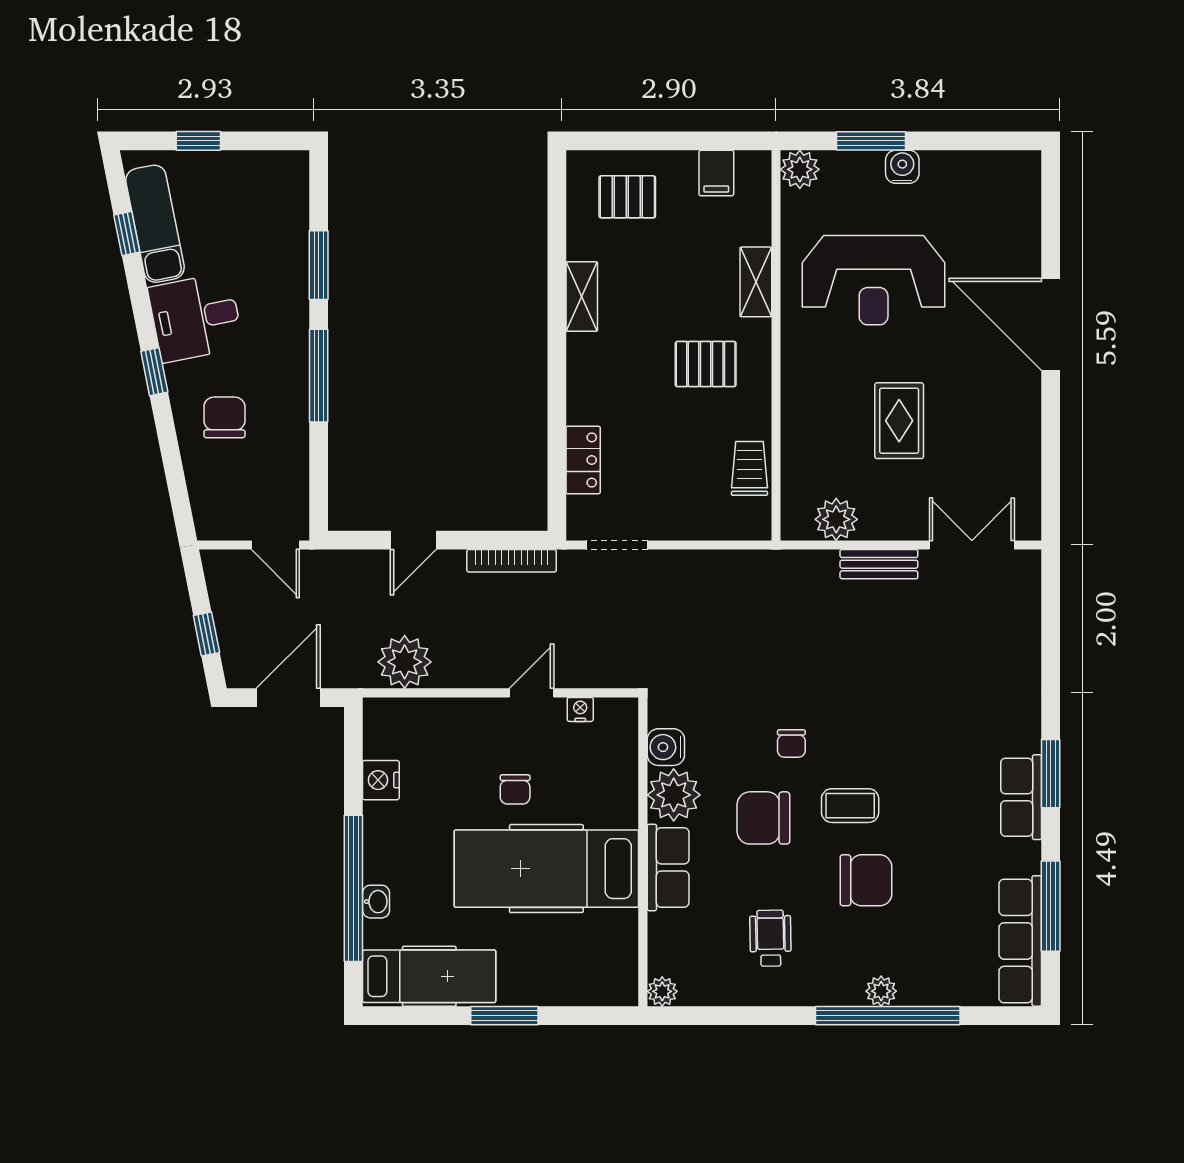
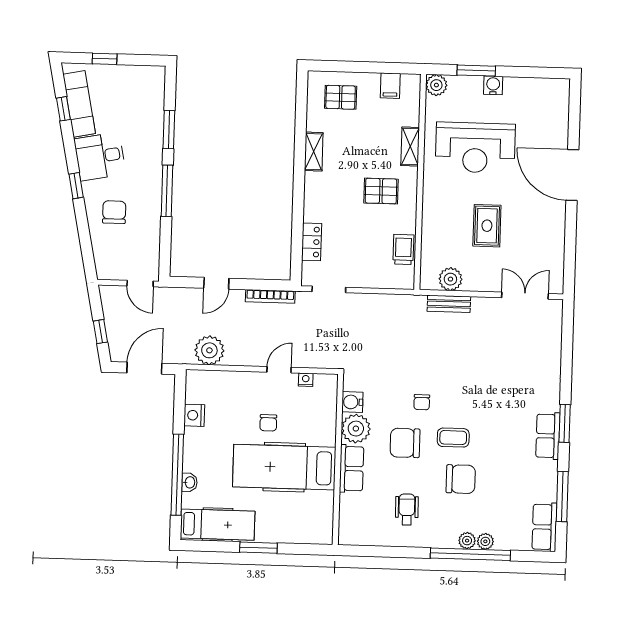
bench: (879, 564) -> (449, 304), moved
row of seats: (1020, 941) -> (545, 527), width x0.68
plant: (662, 991) -> (485, 541), moved

